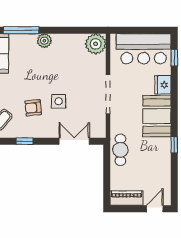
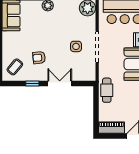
side table: (59, 101) -> (76, 46), moved
double door: (74, 141) -> (60, 83), moved

